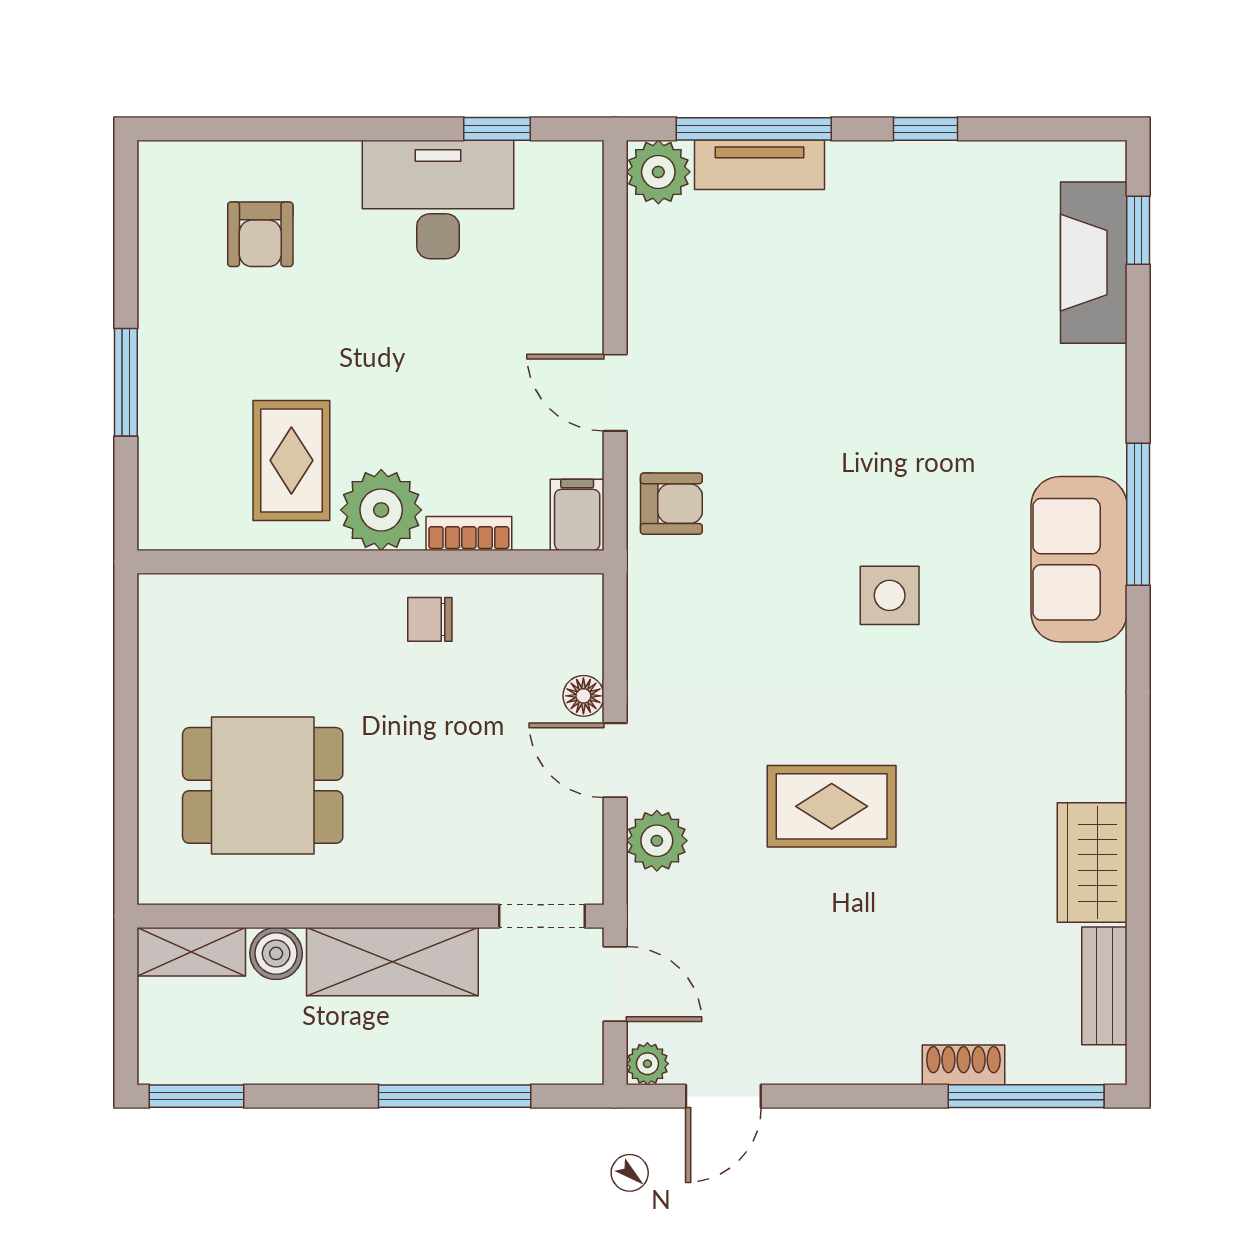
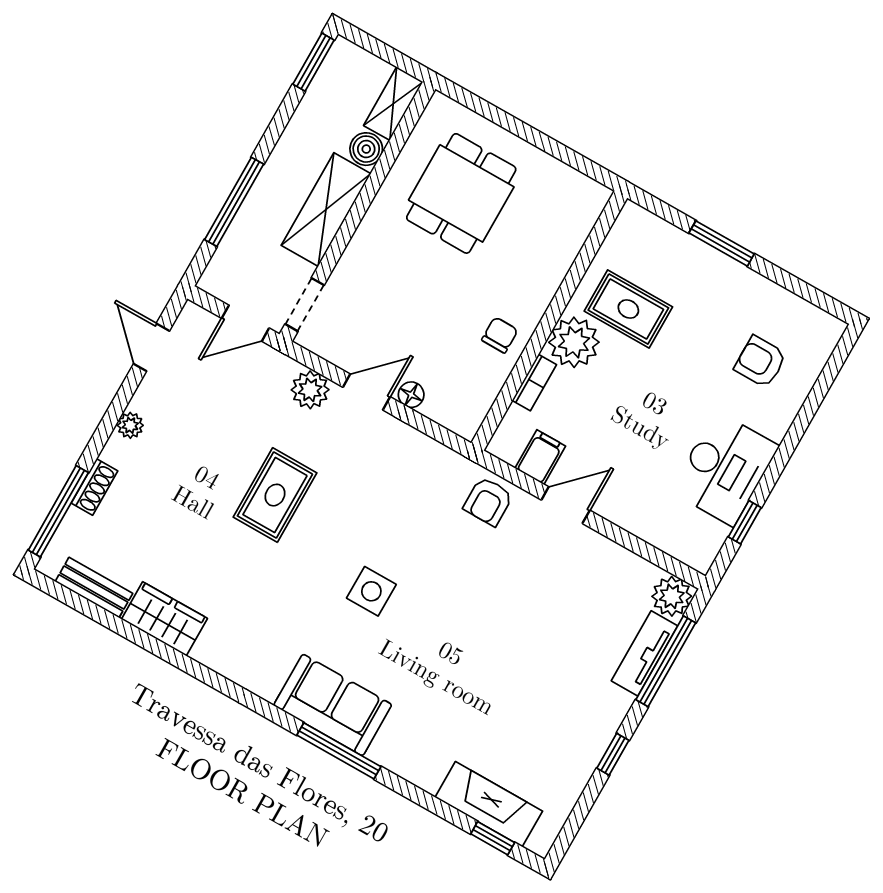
filing cabinet: (577, 515) -> (540, 457), moved, turned -90
plant: (647, 1064) -> (130, 425), moved

